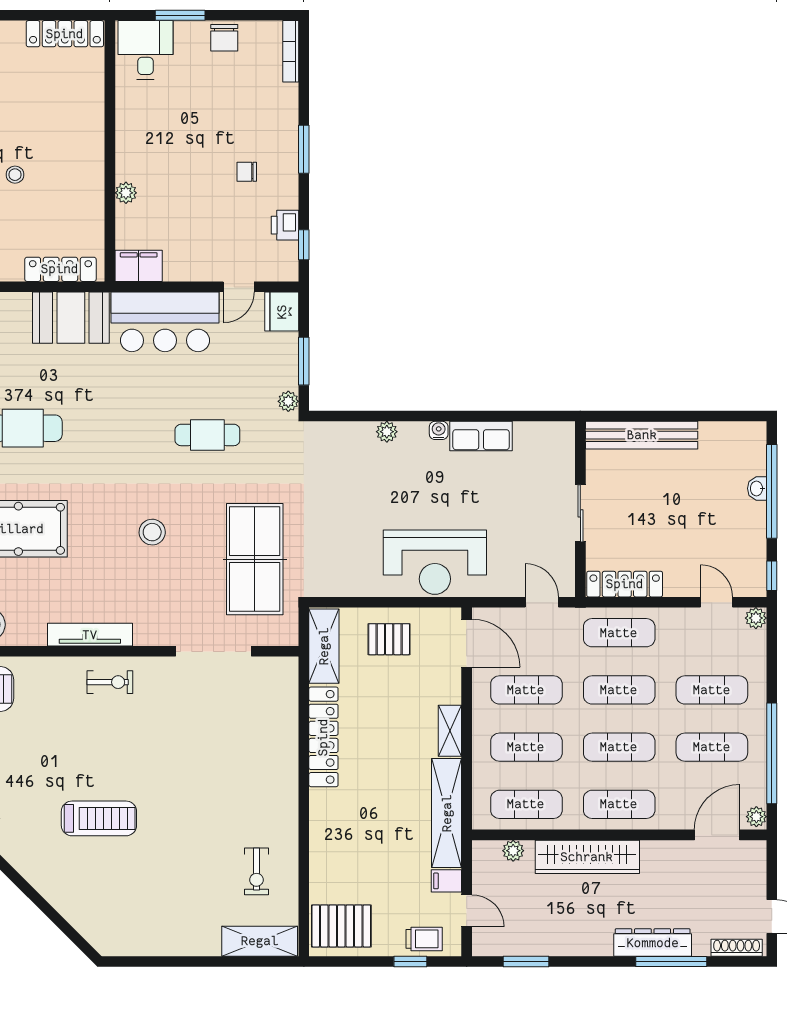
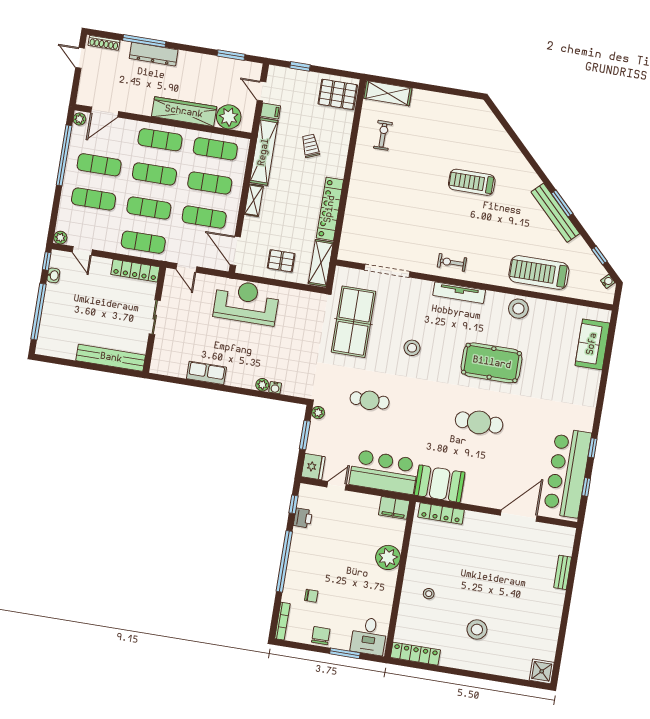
window: (304, 149) -> (284, 561), width x2.11
chair: (247, 172) -> (311, 596), moved
stool: (15, 175) -> (429, 594), moved
plant: (126, 193) -> (388, 557), width x1.88, depth x1.88
water cooler: (439, 430) -> (275, 388), moved
washbasin: (757, 488) -> (53, 275), moved
plant: (513, 851) -> (229, 117), width x1.87, depth x1.87
trolley: (424, 939) -> (310, 146), moved, turned 68

